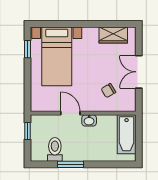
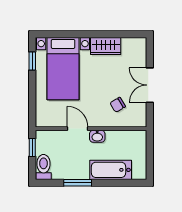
wardrobe: (113, 35) -> (106, 46), moved
bathtub: (127, 134) -> (111, 170), moved, turned 90
toilet: (55, 149) -> (43, 167), moved

